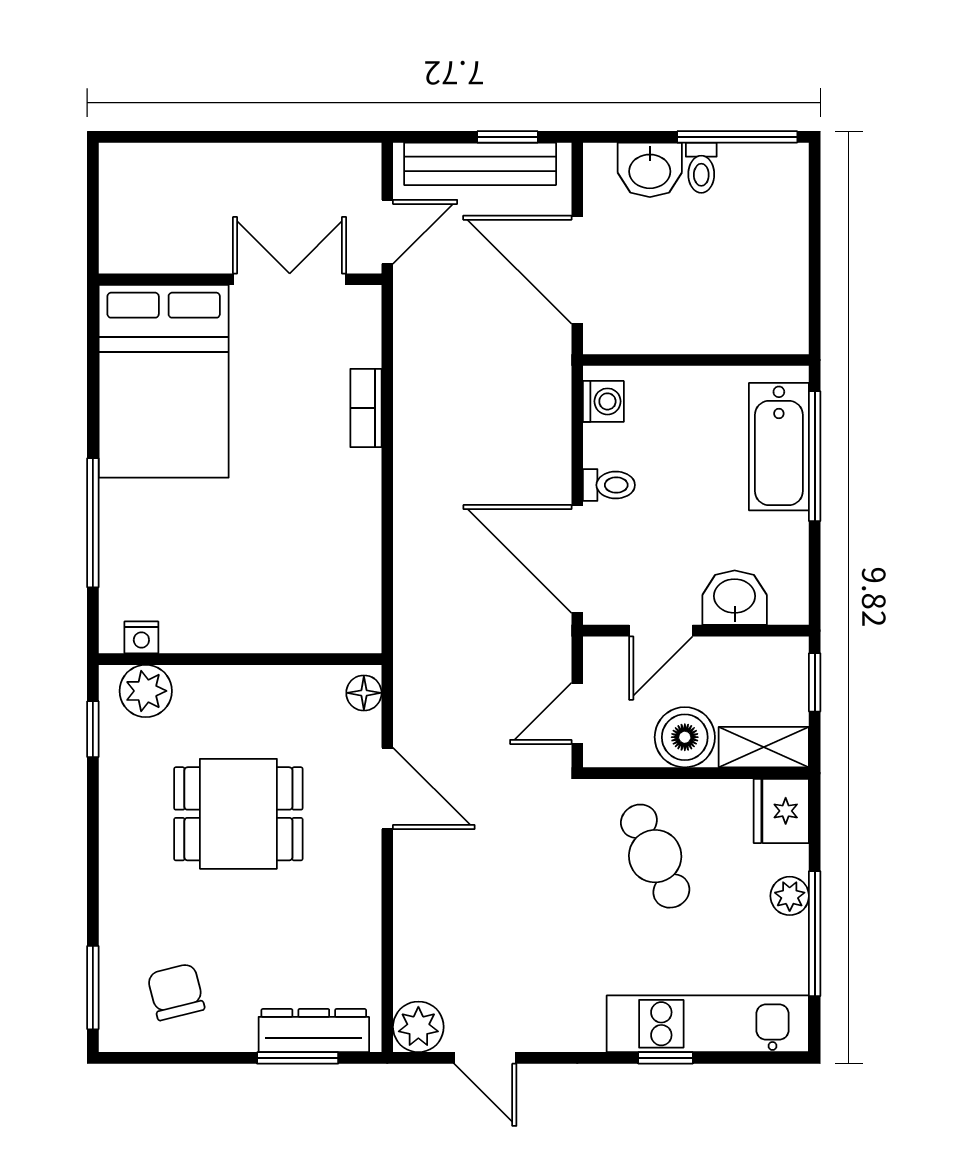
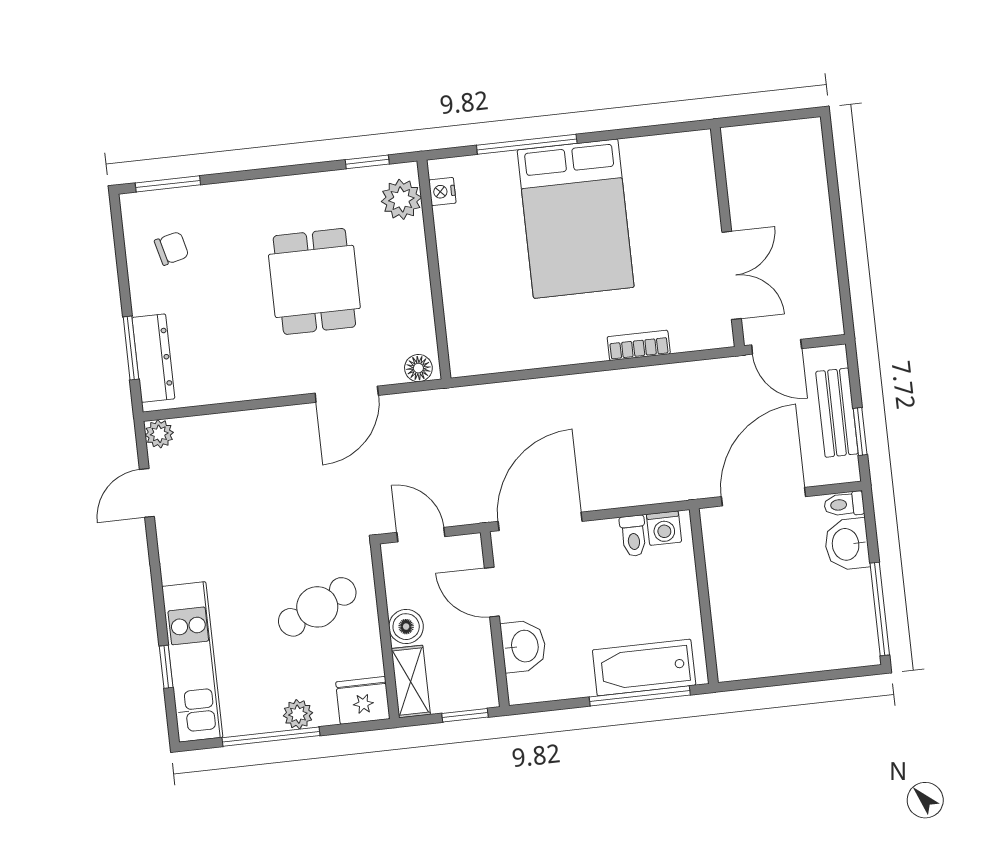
bench: (480, 164) -> (837, 413), width x0.73
toilet: (701, 168) -> (844, 504), moved
bed: (164, 381) -> (576, 219), moved, turned -90
toilet: (609, 485) -> (633, 536), moved
boiler: (685, 737) -> (406, 627), width x0.73, depth x0.73
chair: (176, 992) -> (172, 248), width x0.73, depth x0.73
plant: (418, 1027) -> (159, 434), width x0.73, depth x0.73
window: (665, 1058) -> (166, 667), moved

